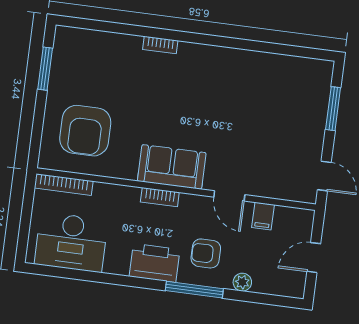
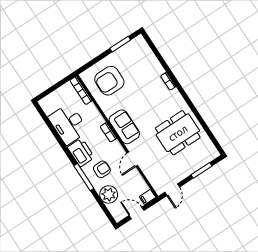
dining table: (248, 96) -> (178, 133), added
filing cabinet: (263, 216) -> (148, 197), moved
desk: (71, 242) -> (68, 124), moved
armchair: (206, 253) -> (102, 169), turned 90
plant: (242, 282) -> (109, 194), width x1.87, depth x1.87

